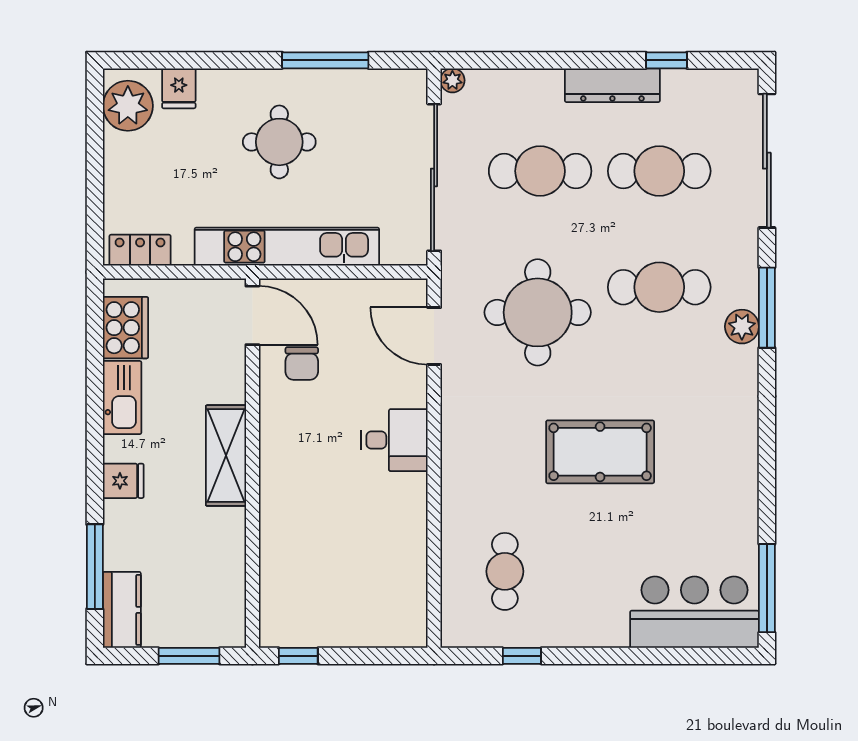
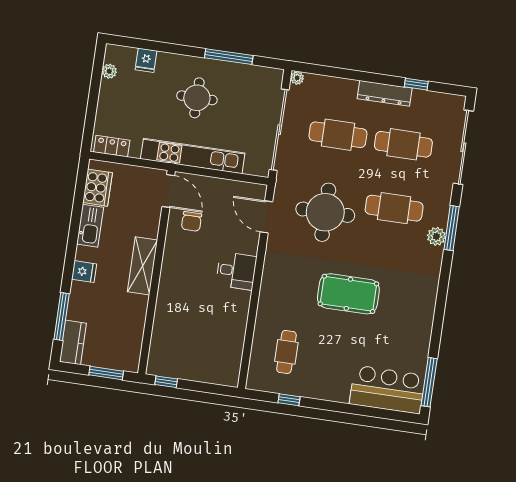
plant: (128, 106) -> (109, 71), width x0.53, depth x0.53

